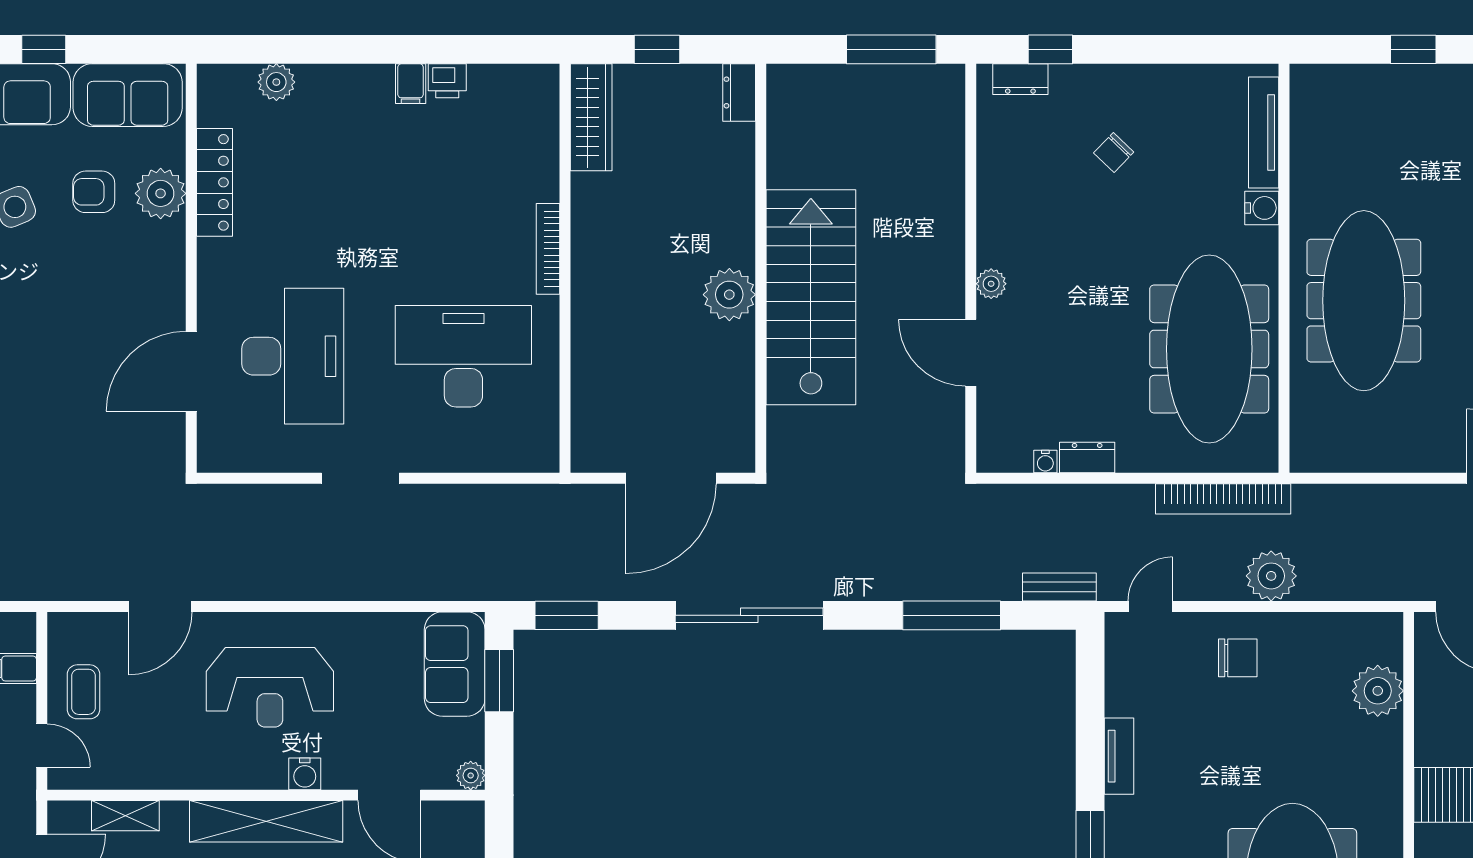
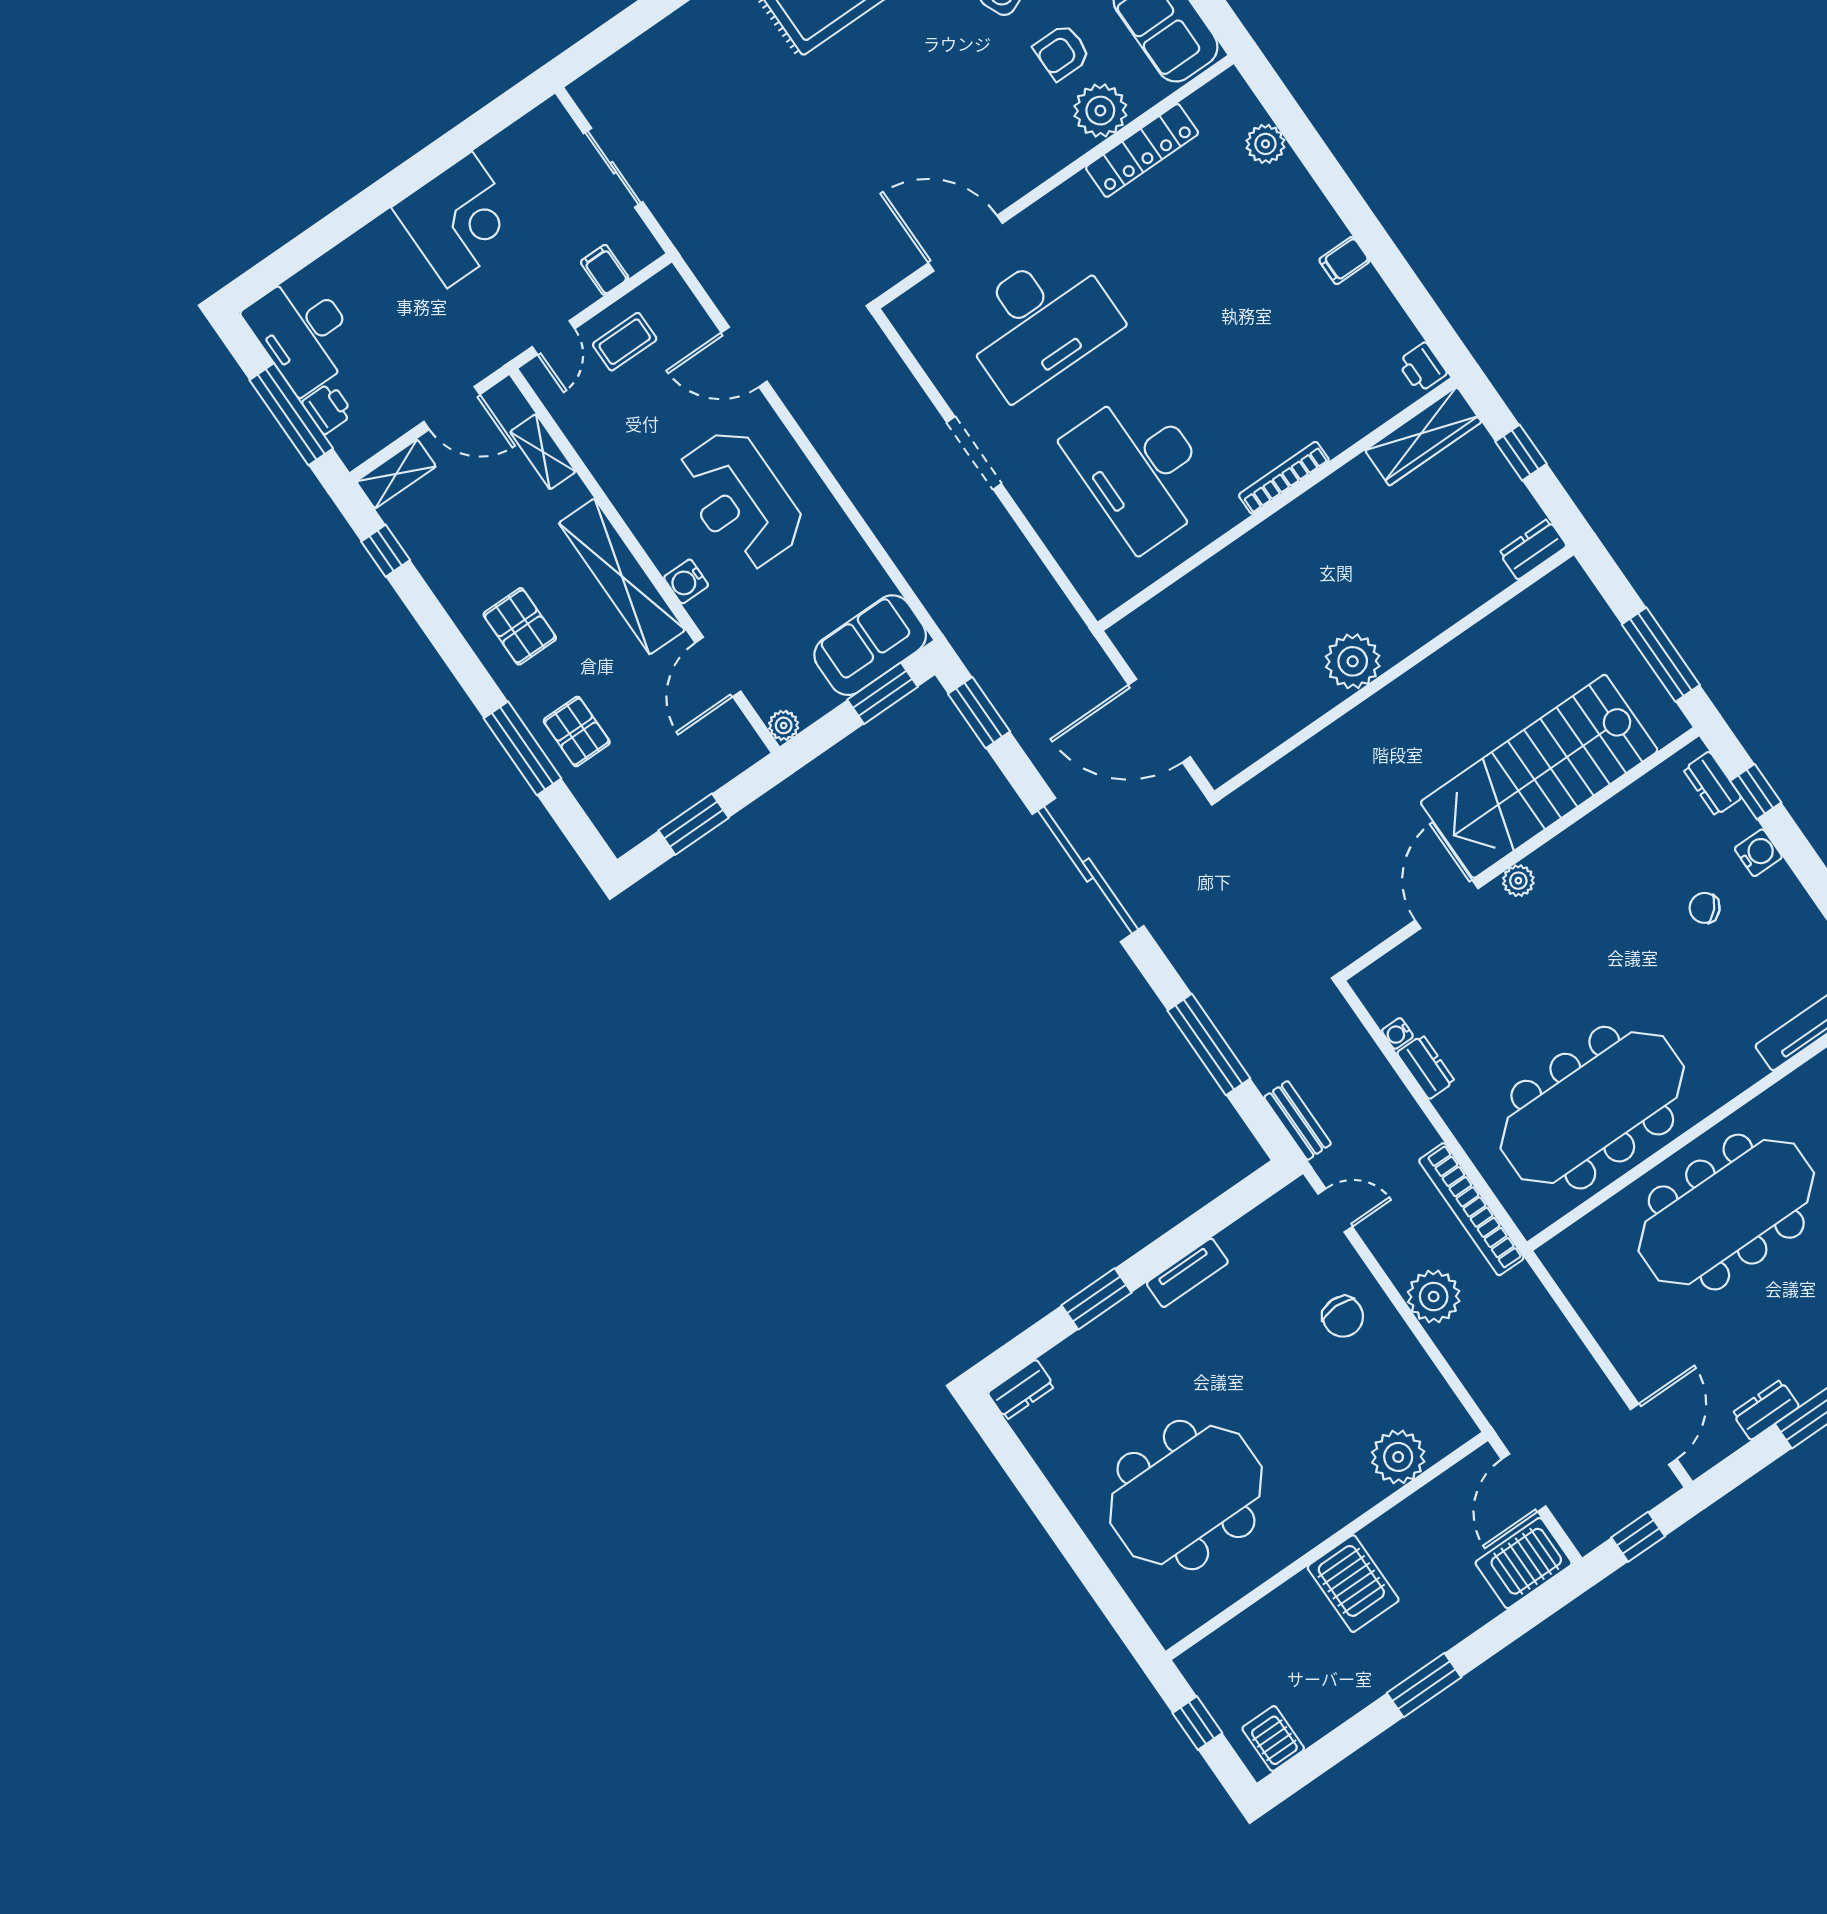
printer: (447, 81) -> (1422, 367), moved
armchair: (94, 192) -> (1062, 52), turned -90
water cooler: (1262, 208) -> (1758, 853), moved, turned -90
stairs: (811, 297) -> (1539, 776), moved, turned 180
desk: (463, 356) -> (1141, 469), turned 180

